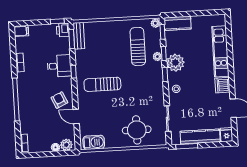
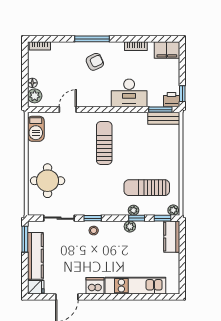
filing cabinet: (21, 31) -> (167, 50), width x2.00
sun lounger: (138, 46) -> (147, 188), turned 180
plant: (175, 63) -> (130, 226), width x0.53, depth x0.53
desk: (59, 66) -> (129, 93), width x1.37
window: (74, 72) -> (121, 110), removed
window: (165, 75) -> (93, 218), moved
window: (16, 100) -> (92, 39), width x0.68
armchair: (59, 100) -> (95, 62), moved

